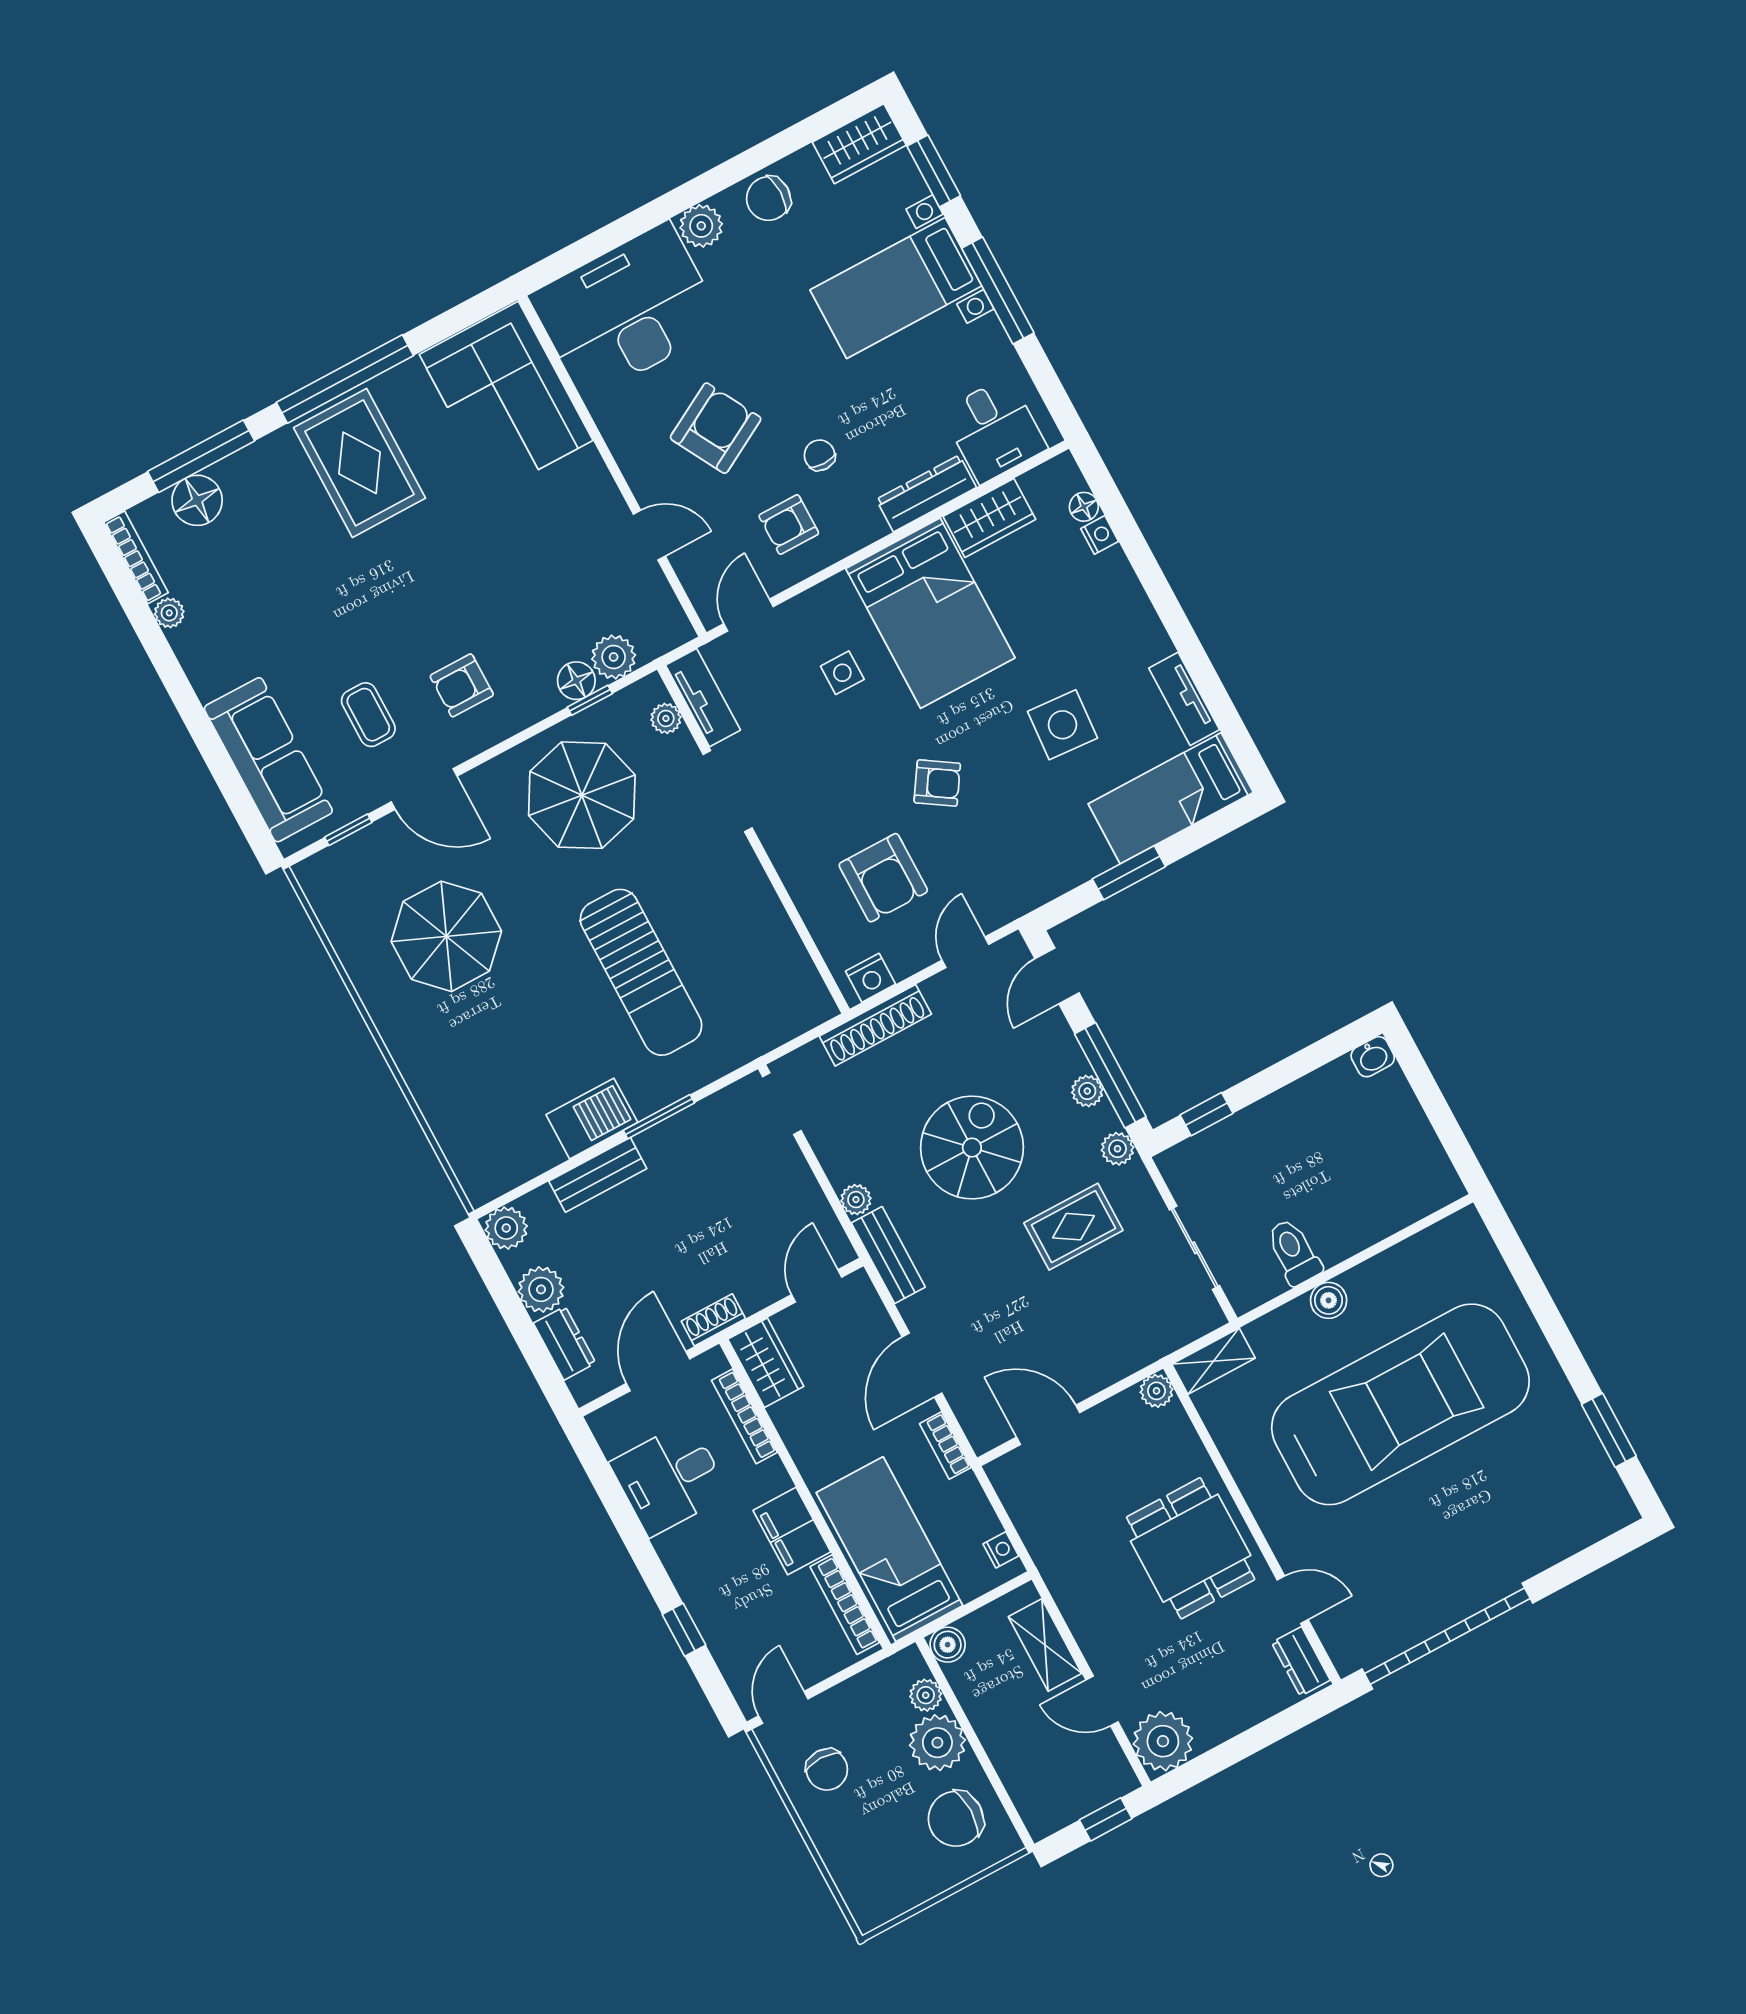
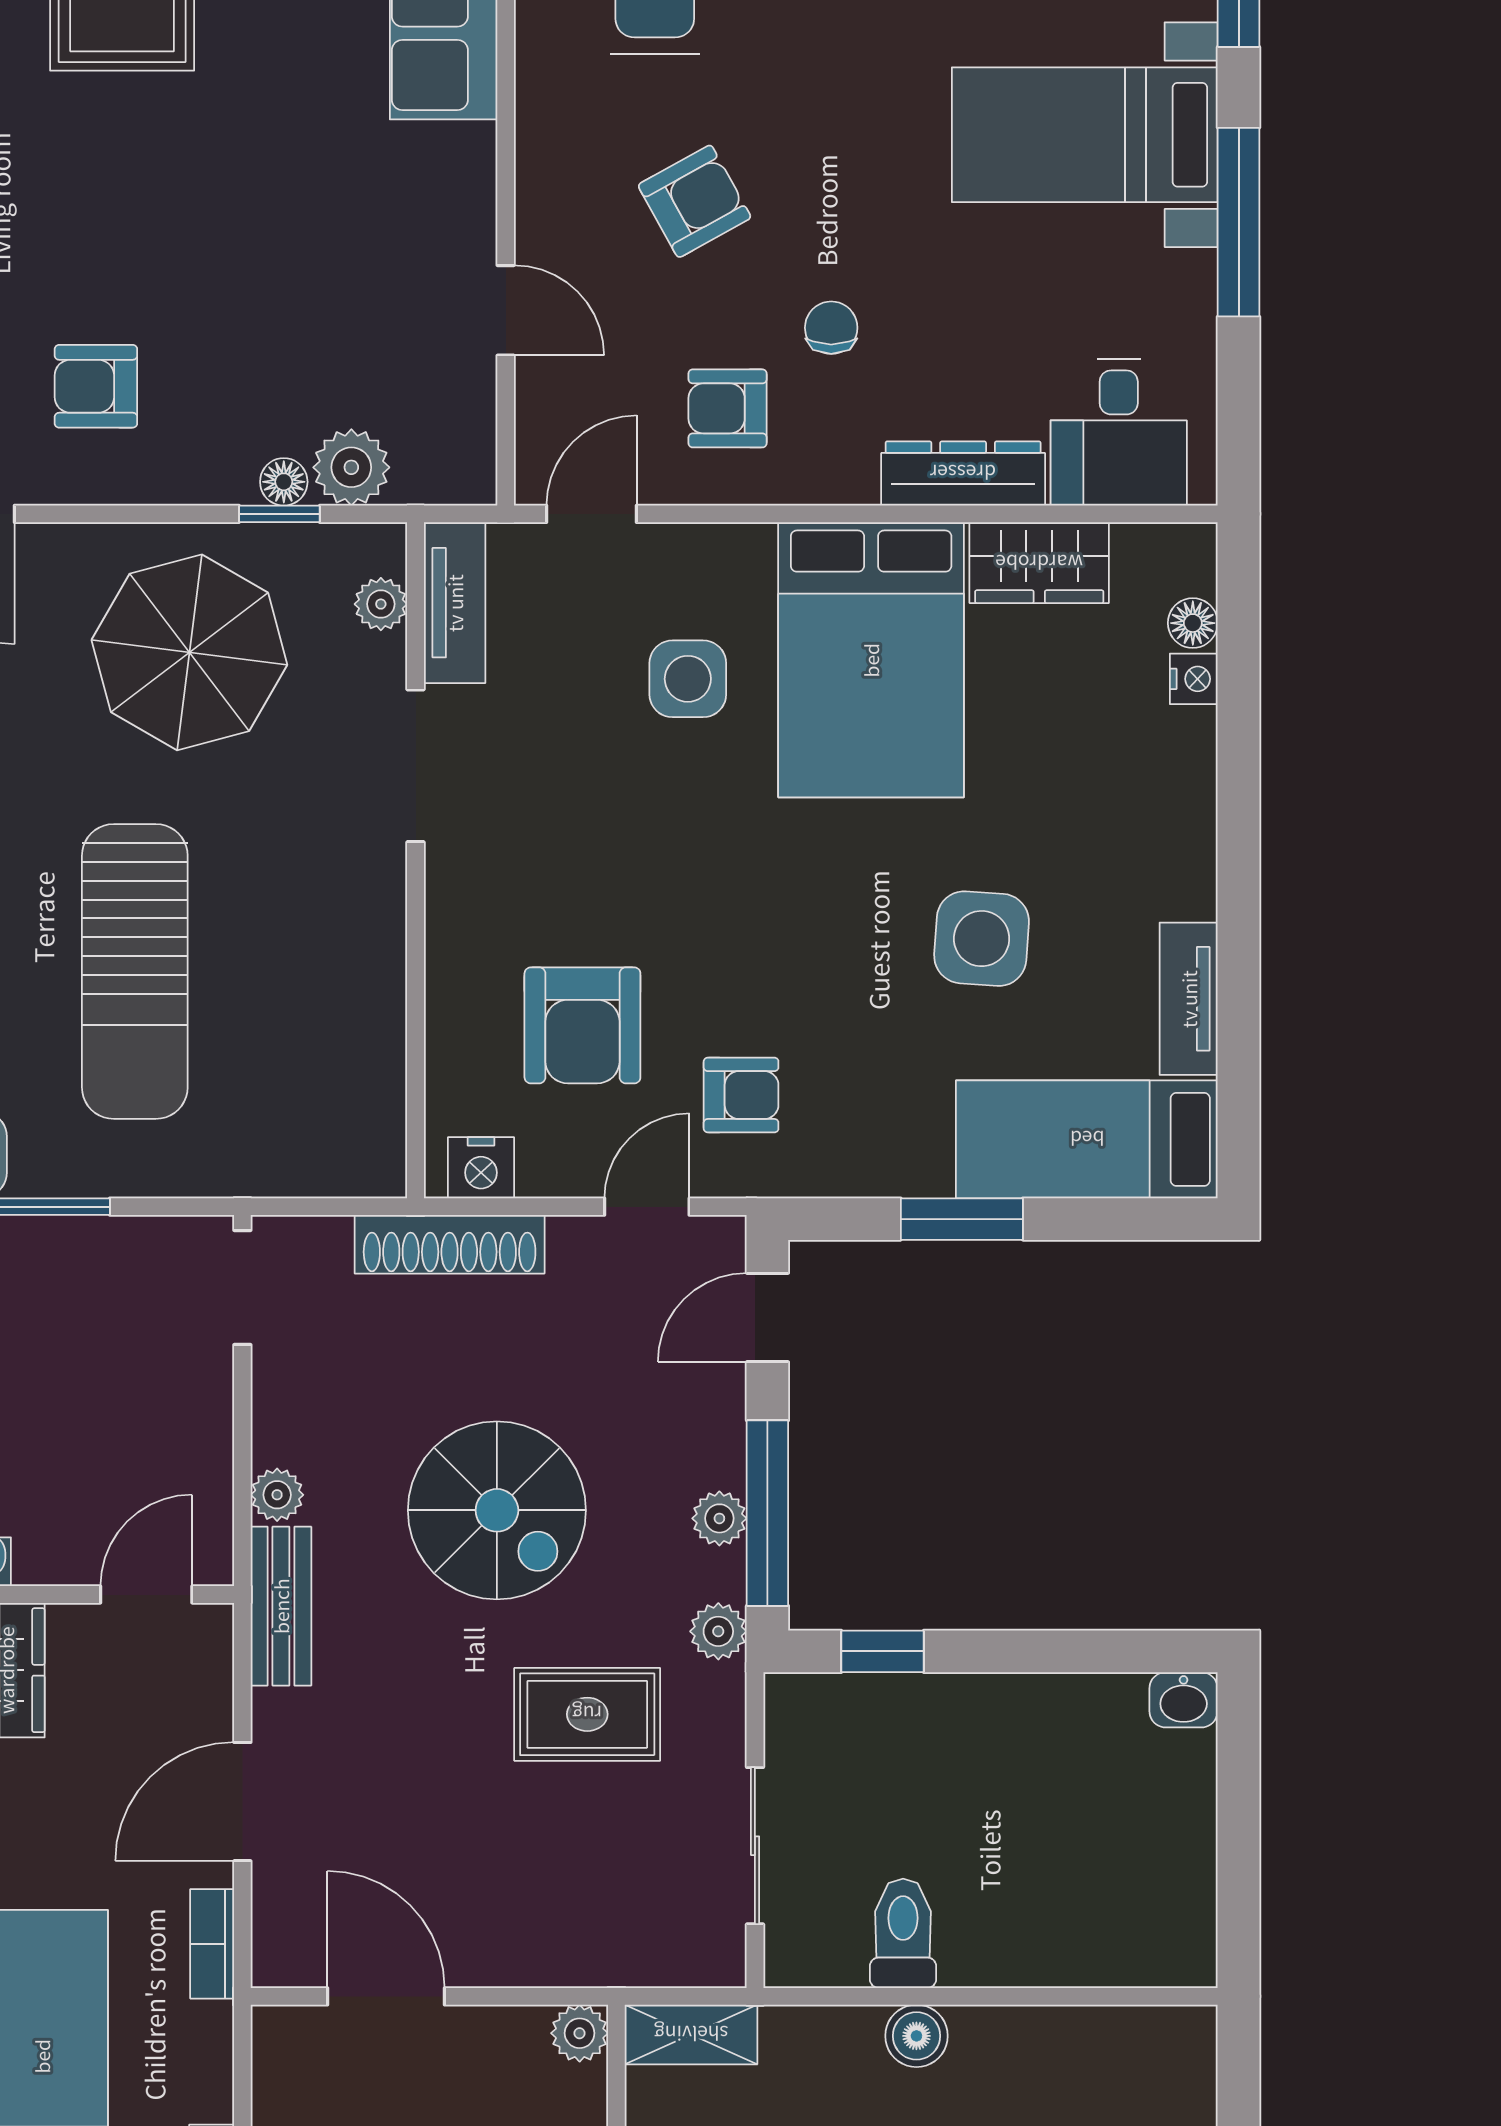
armchair: (716, 428) -> (695, 201), width x0.72, depth x0.72
side table: (842, 673) -> (688, 679), width x1.37, depth x1.37
floor lamp: (576, 681) -> (284, 482), width x0.73, depth x0.73
armchair: (937, 783) -> (741, 1095), moved, turned -33
spiral stairs: (972, 1148) -> (497, 1510), turned 90

